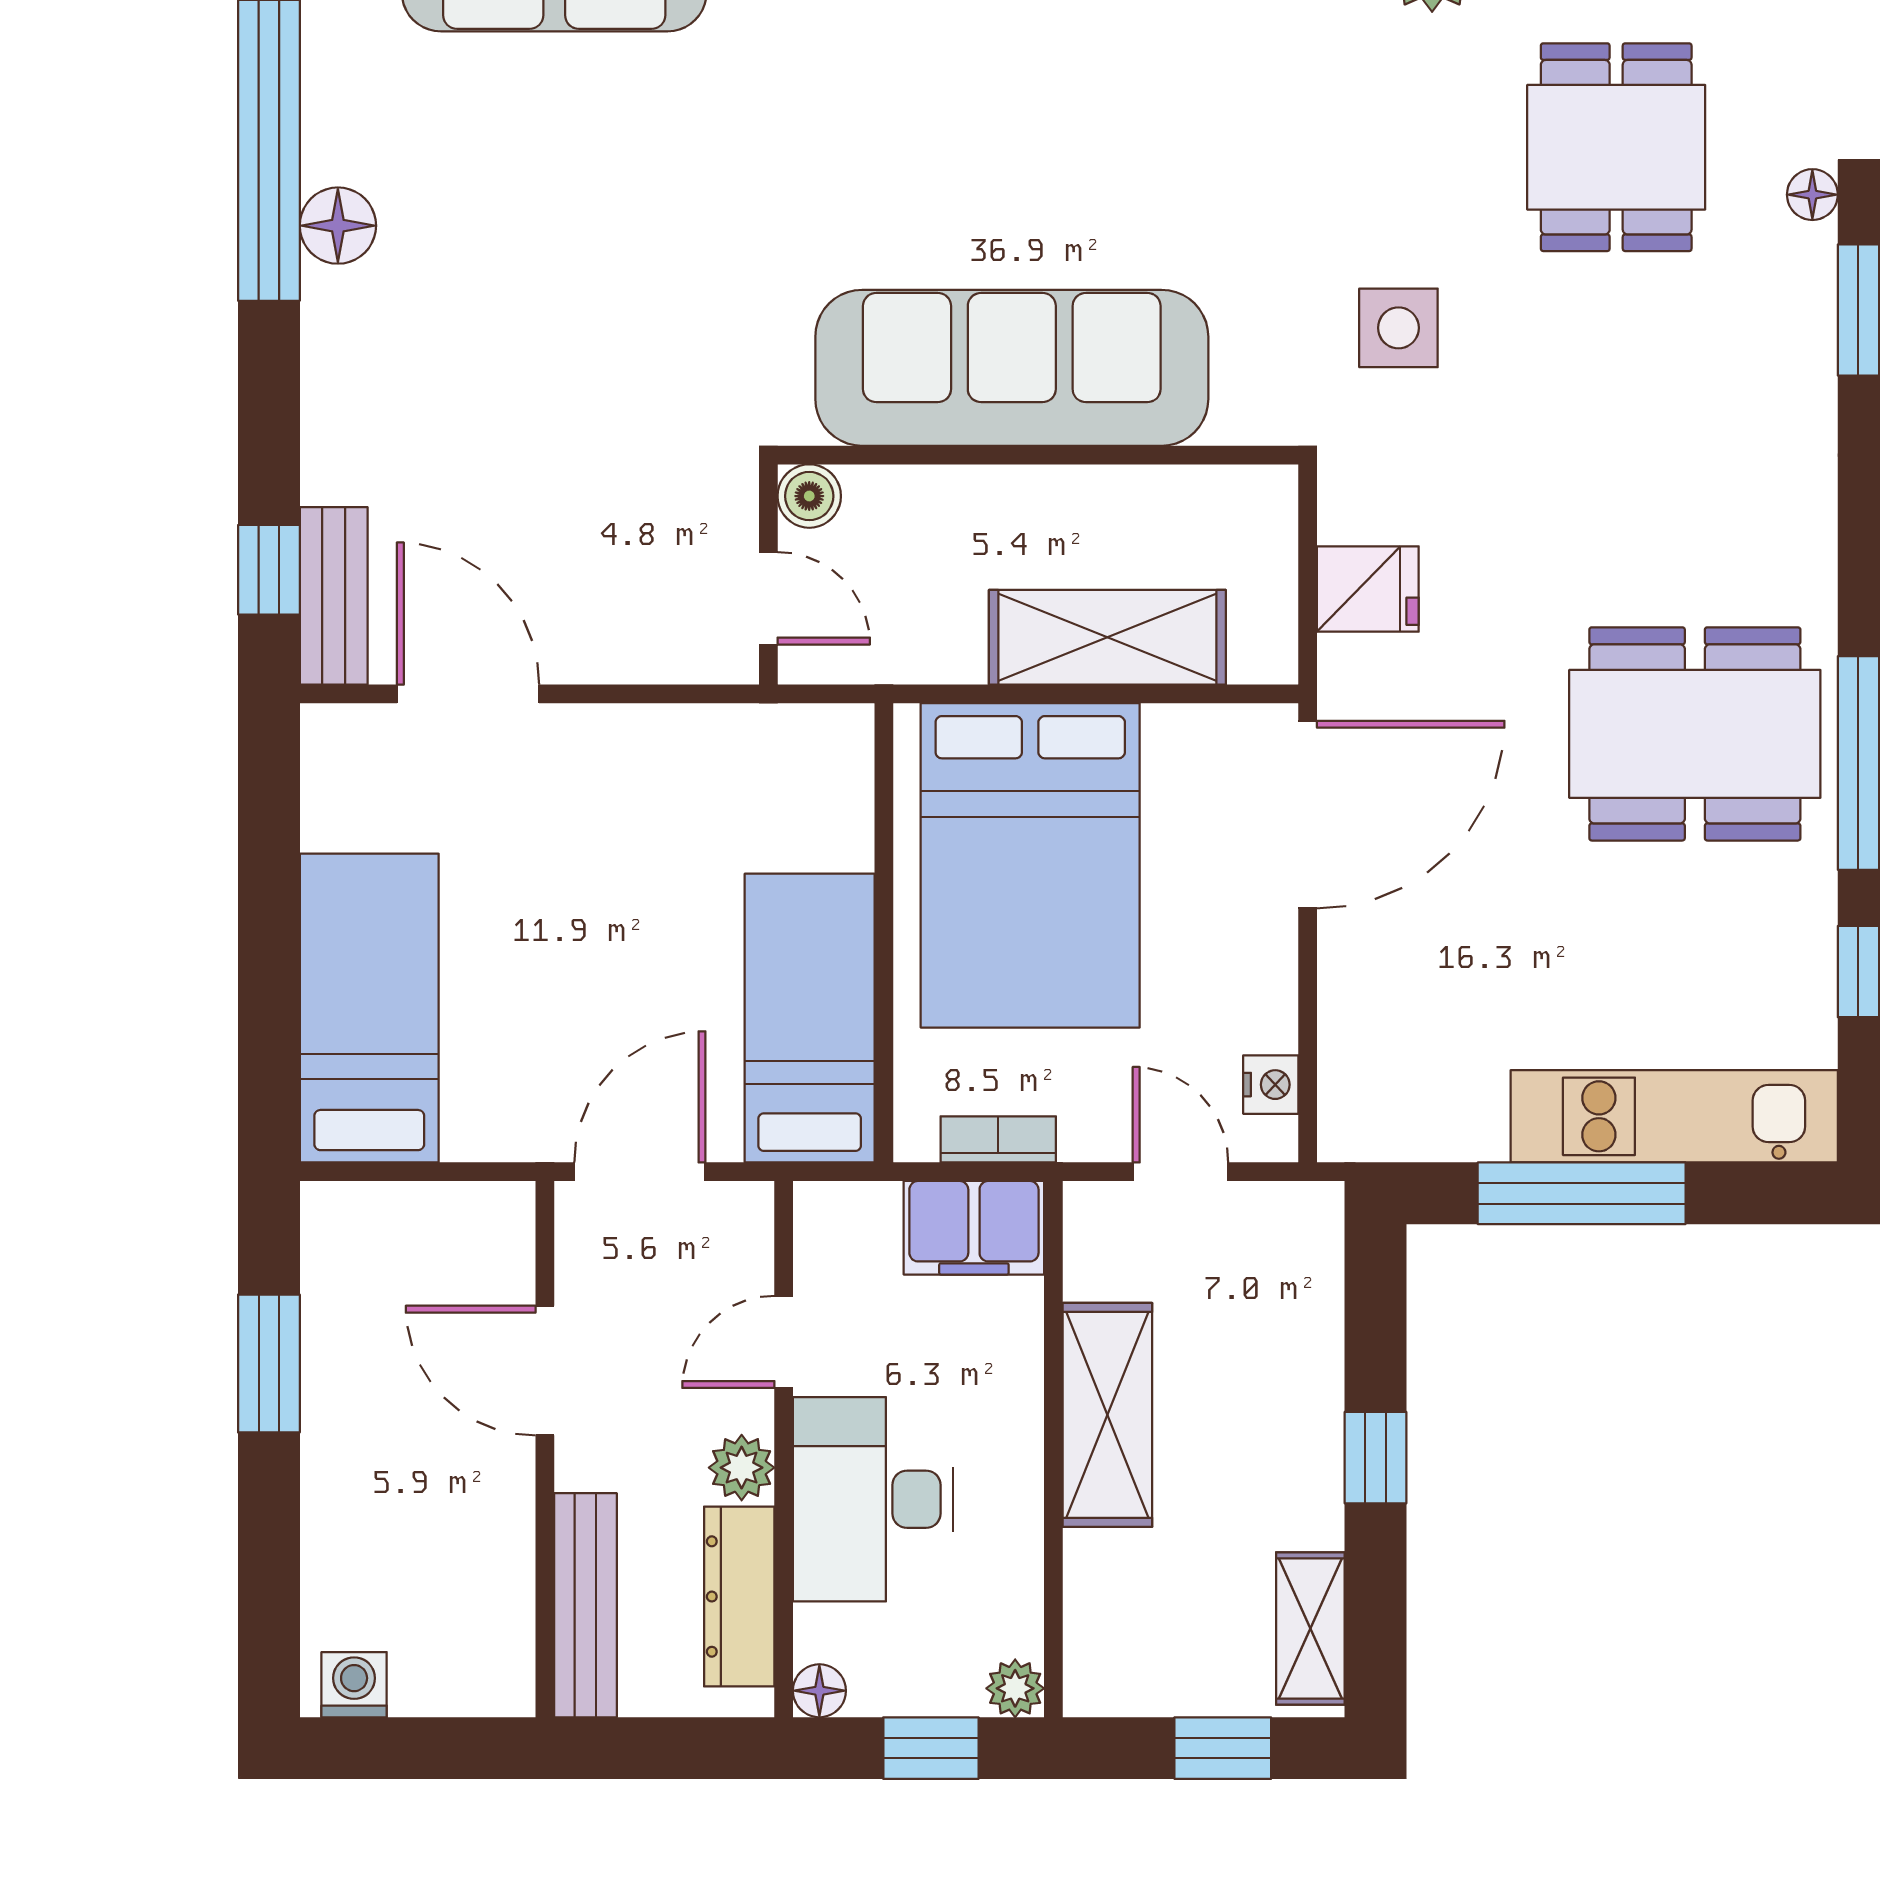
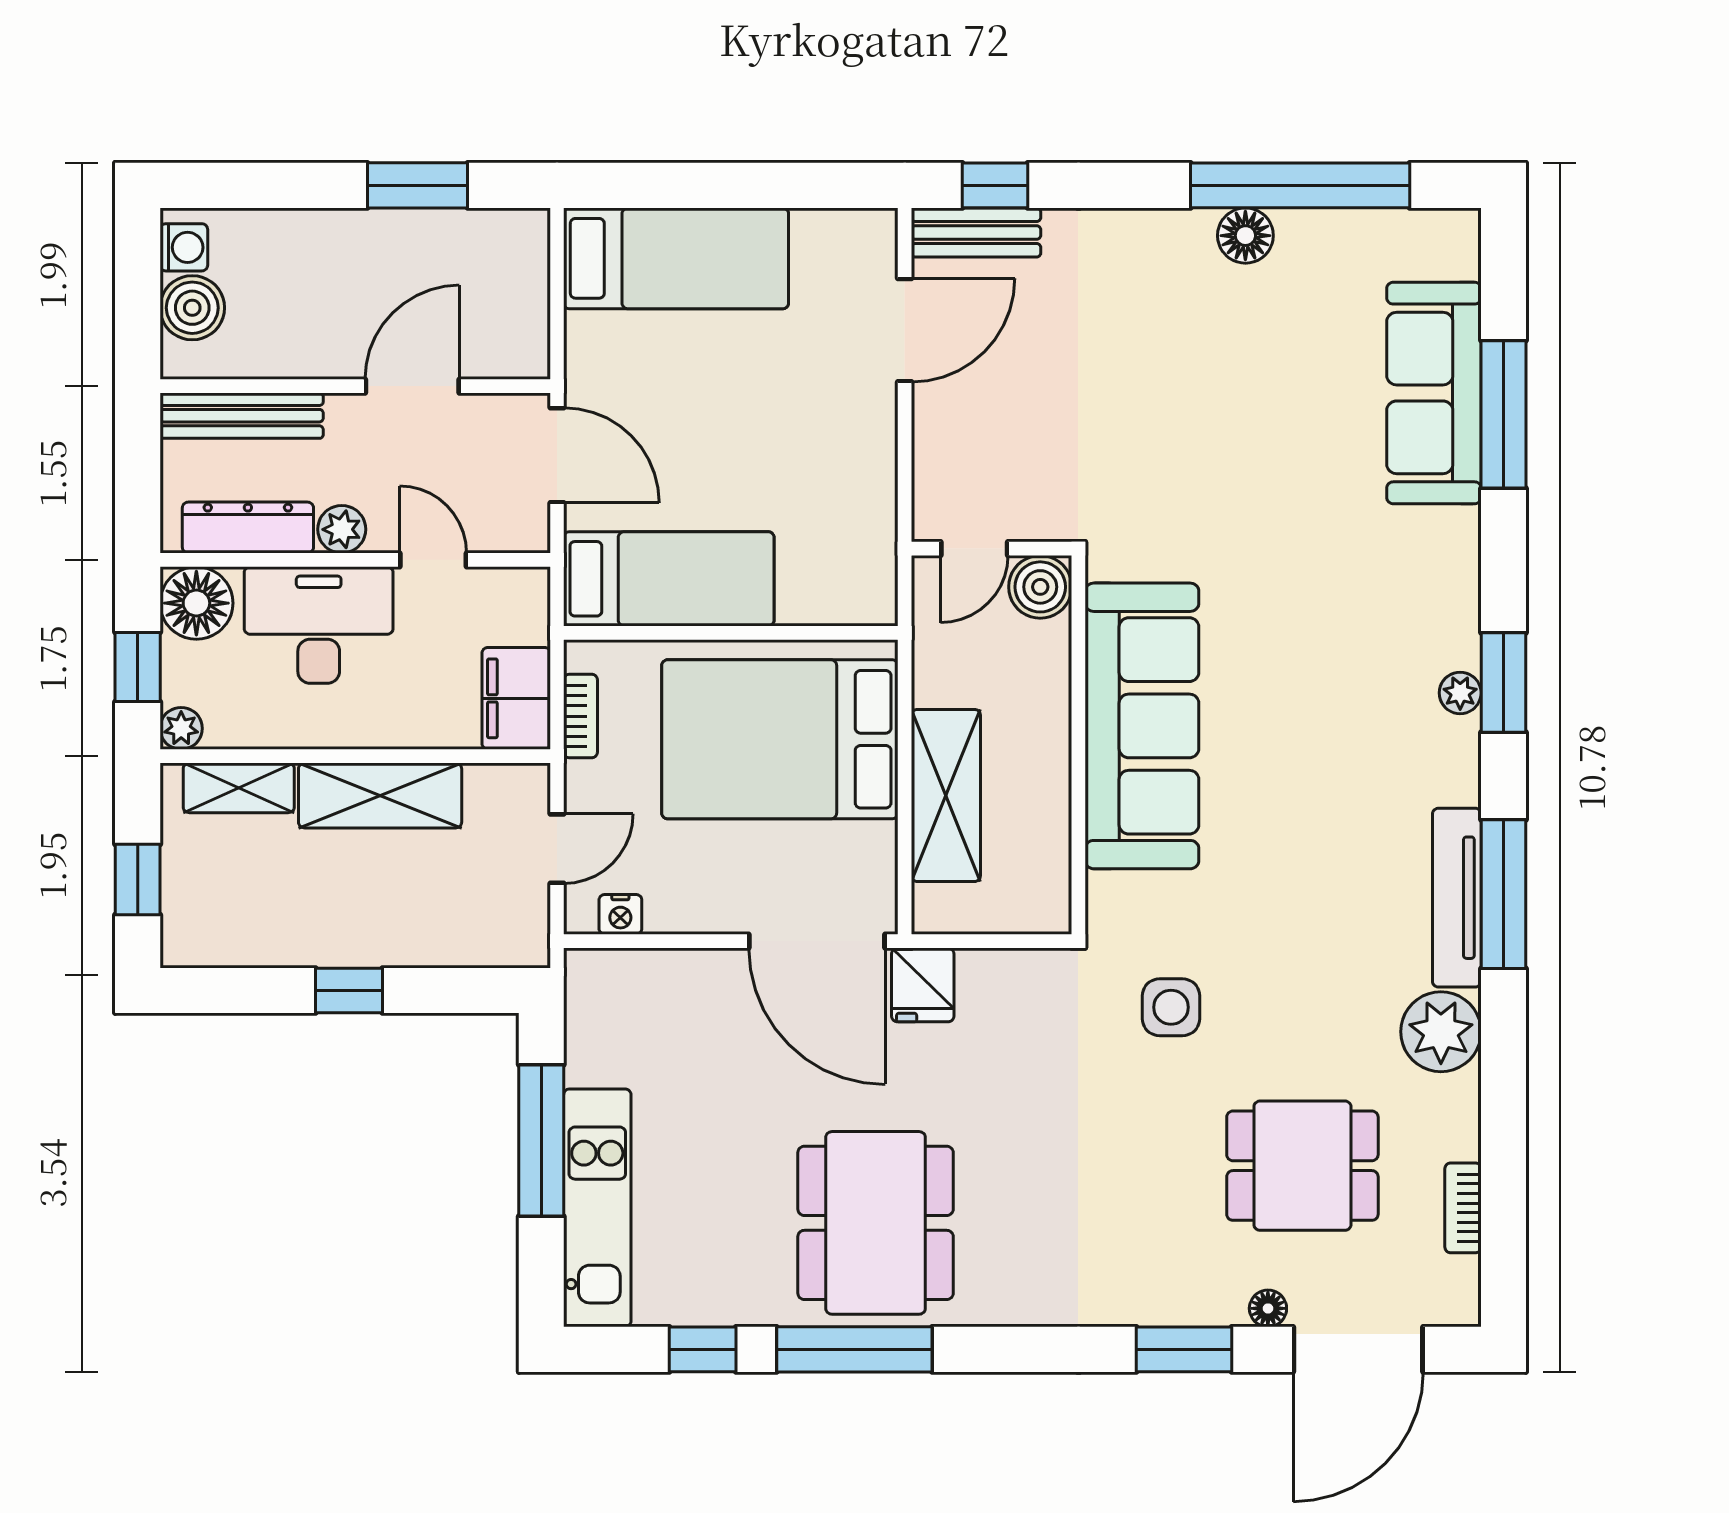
boiler: (809, 496) -> (1040, 587), width x1.36, depth x1.36
fridge: (1368, 589) -> (923, 985), moved
shelving: (1310, 1628) -> (239, 788), moved
boiler: (437, 1673) -> (192, 308), added
floor lamp: (819, 1691) -> (196, 603), width x1.89, depth x1.89

